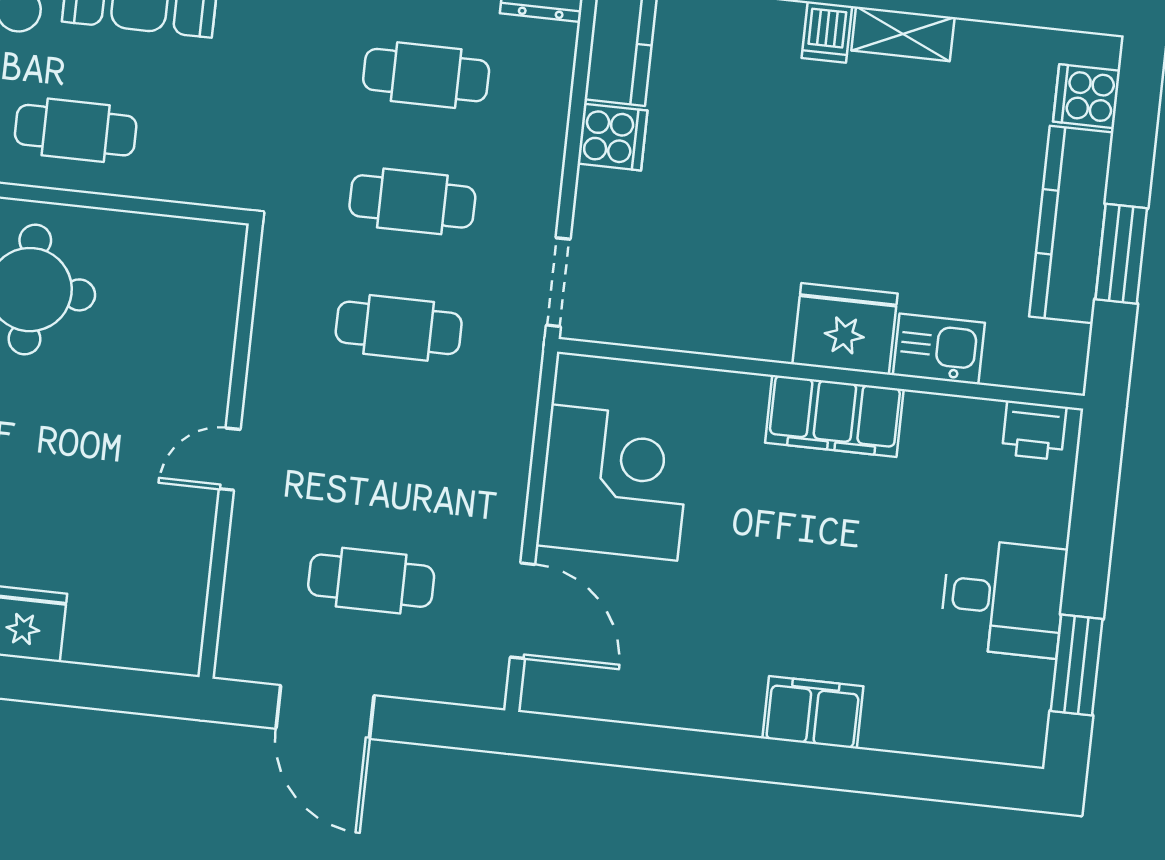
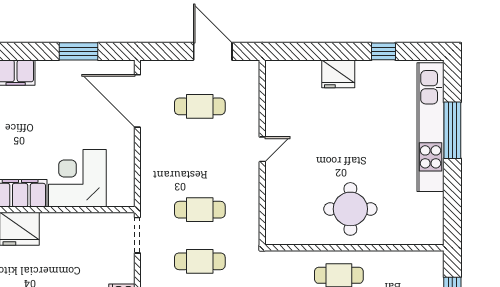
corner desk: (614, 483) -> (77, 178), moved, turned 90
door: (523, 611) -> (137, 101), width x1.36
window: (653, 748) -> (79, 51), added

